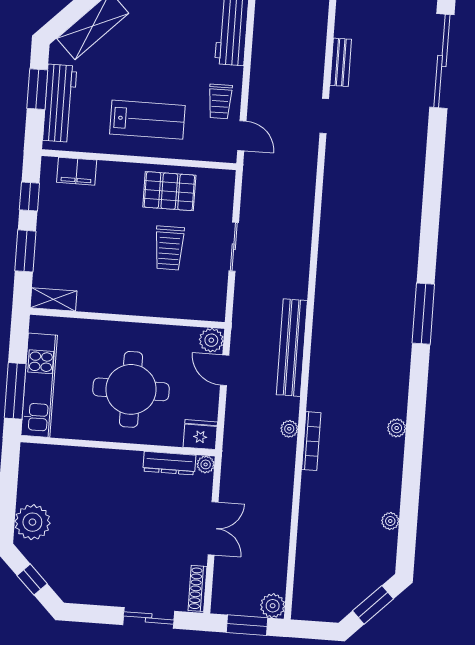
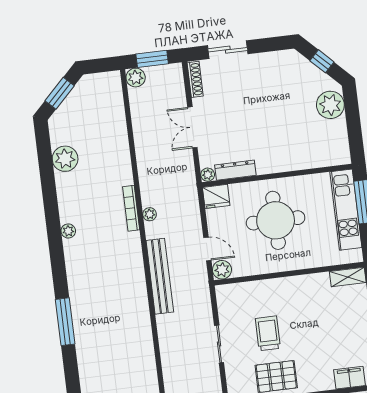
plant: (390, 521) -> (65, 159), width x1.88, depth x1.88

